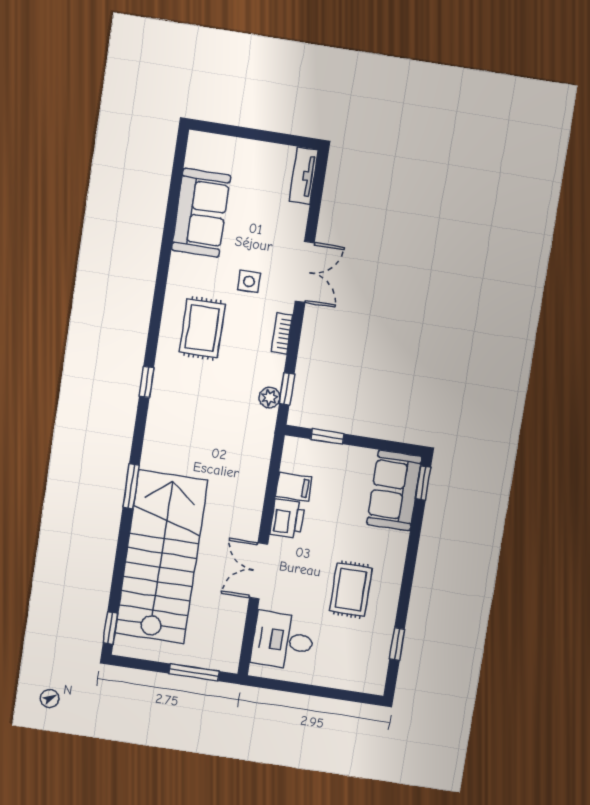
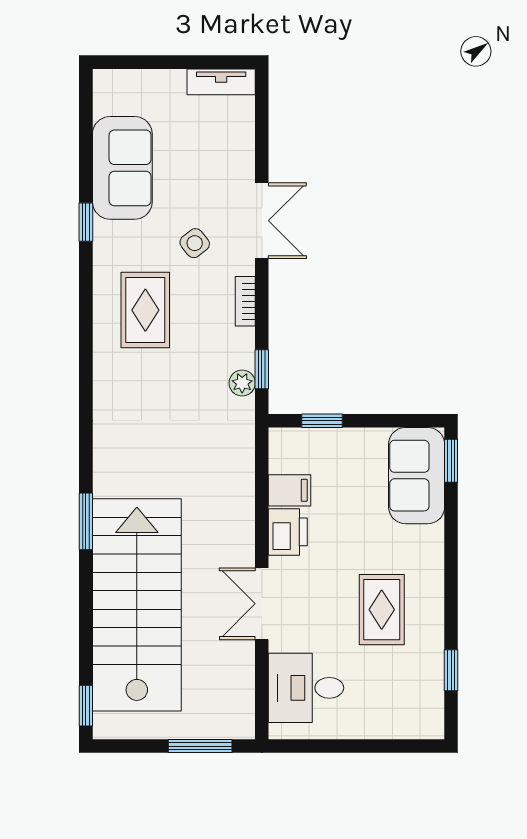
tv unit: (304, 176) -> (221, 82), moved, turned -90
side table: (249, 281) -> (195, 243), turned -38
window: (146, 382) -> (86, 222), moved

